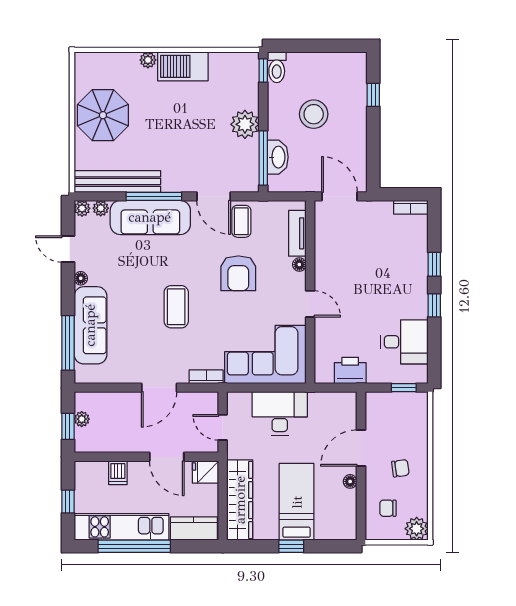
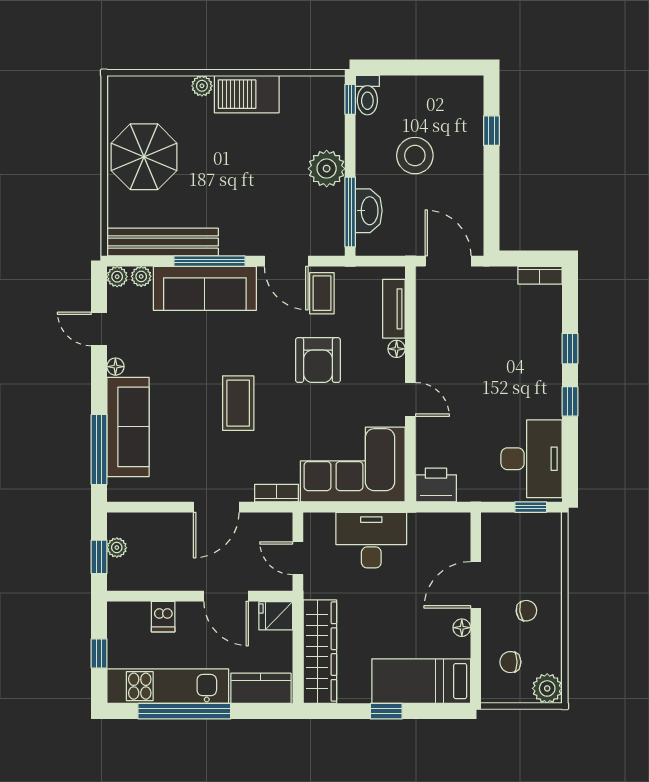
desk: (404, 342) -> (532, 459), width x1.37
printer: (350, 370) -> (436, 485), moved
bed: (297, 502) -> (421, 681), moved, turned -90

